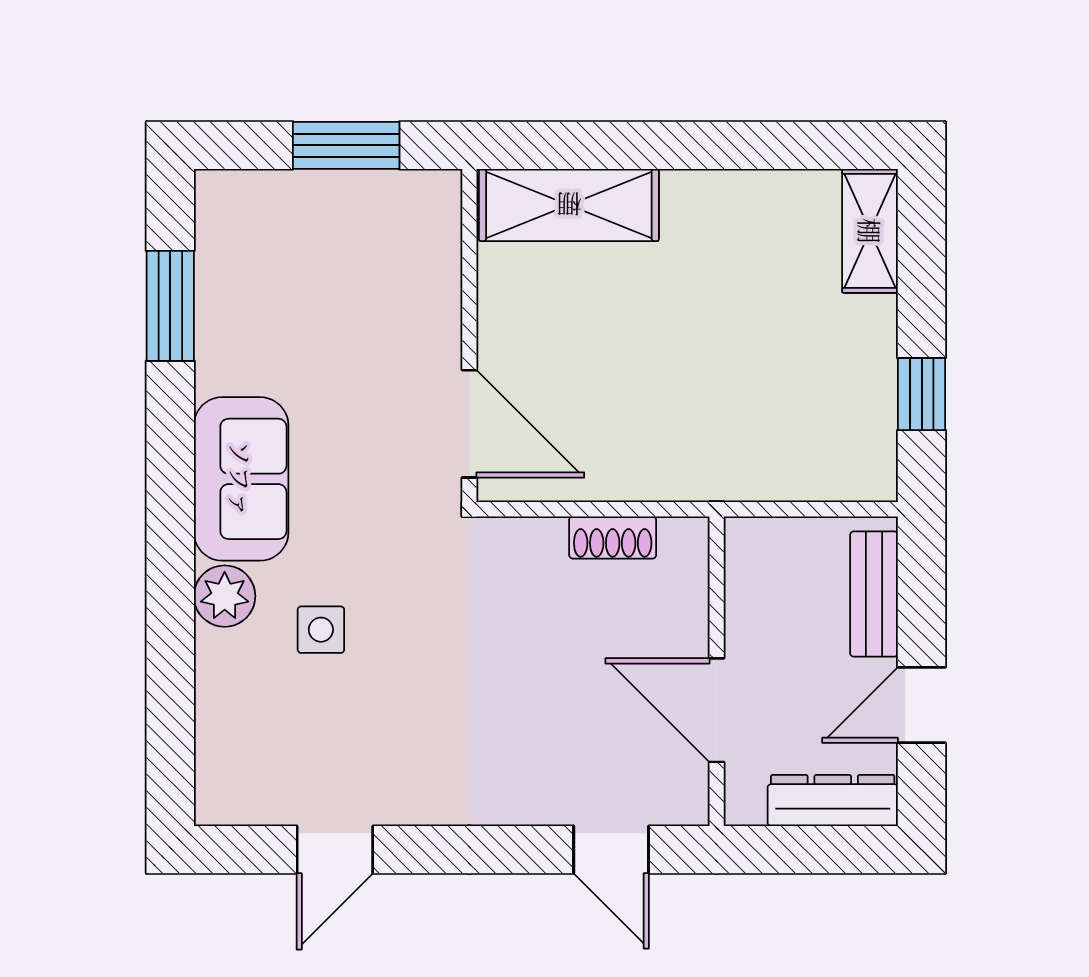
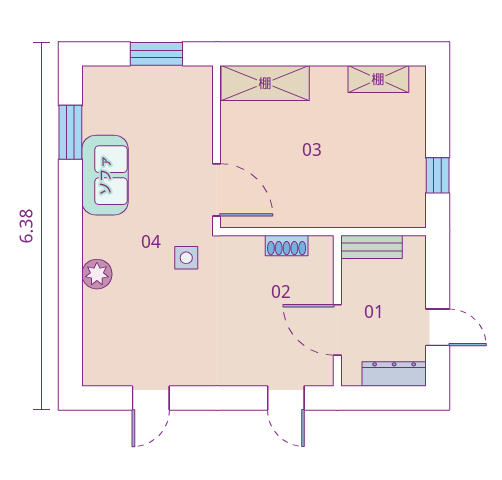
shelving: (870, 231) -> (378, 79), moved, turned 90
sofa: (241, 479) -> (105, 175), moved
bench: (874, 594) -> (371, 247), moved, turned 90
side table: (321, 630) -> (186, 258), moved
door: (922, 705) -> (438, 327), swing flipped

